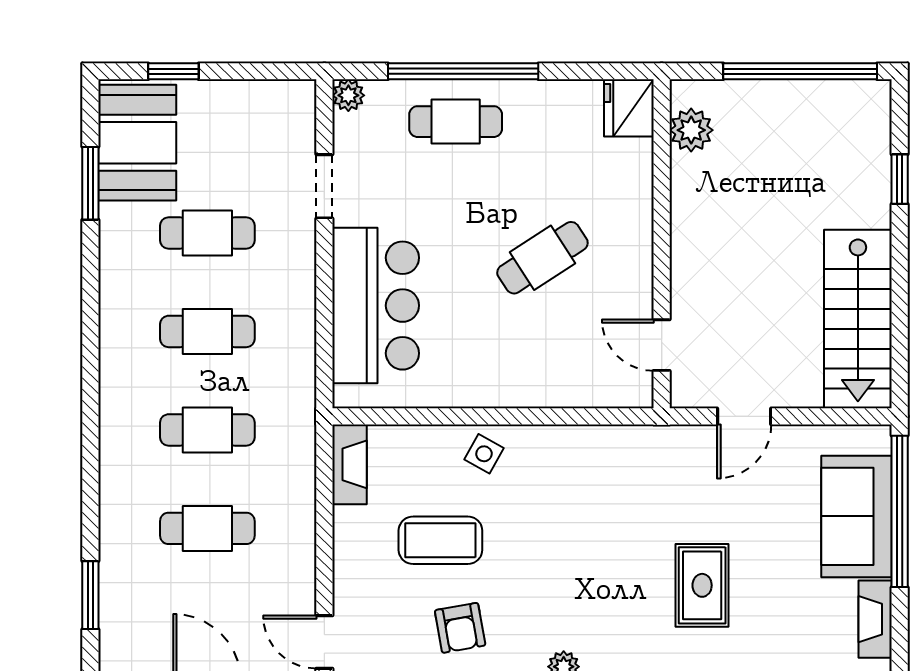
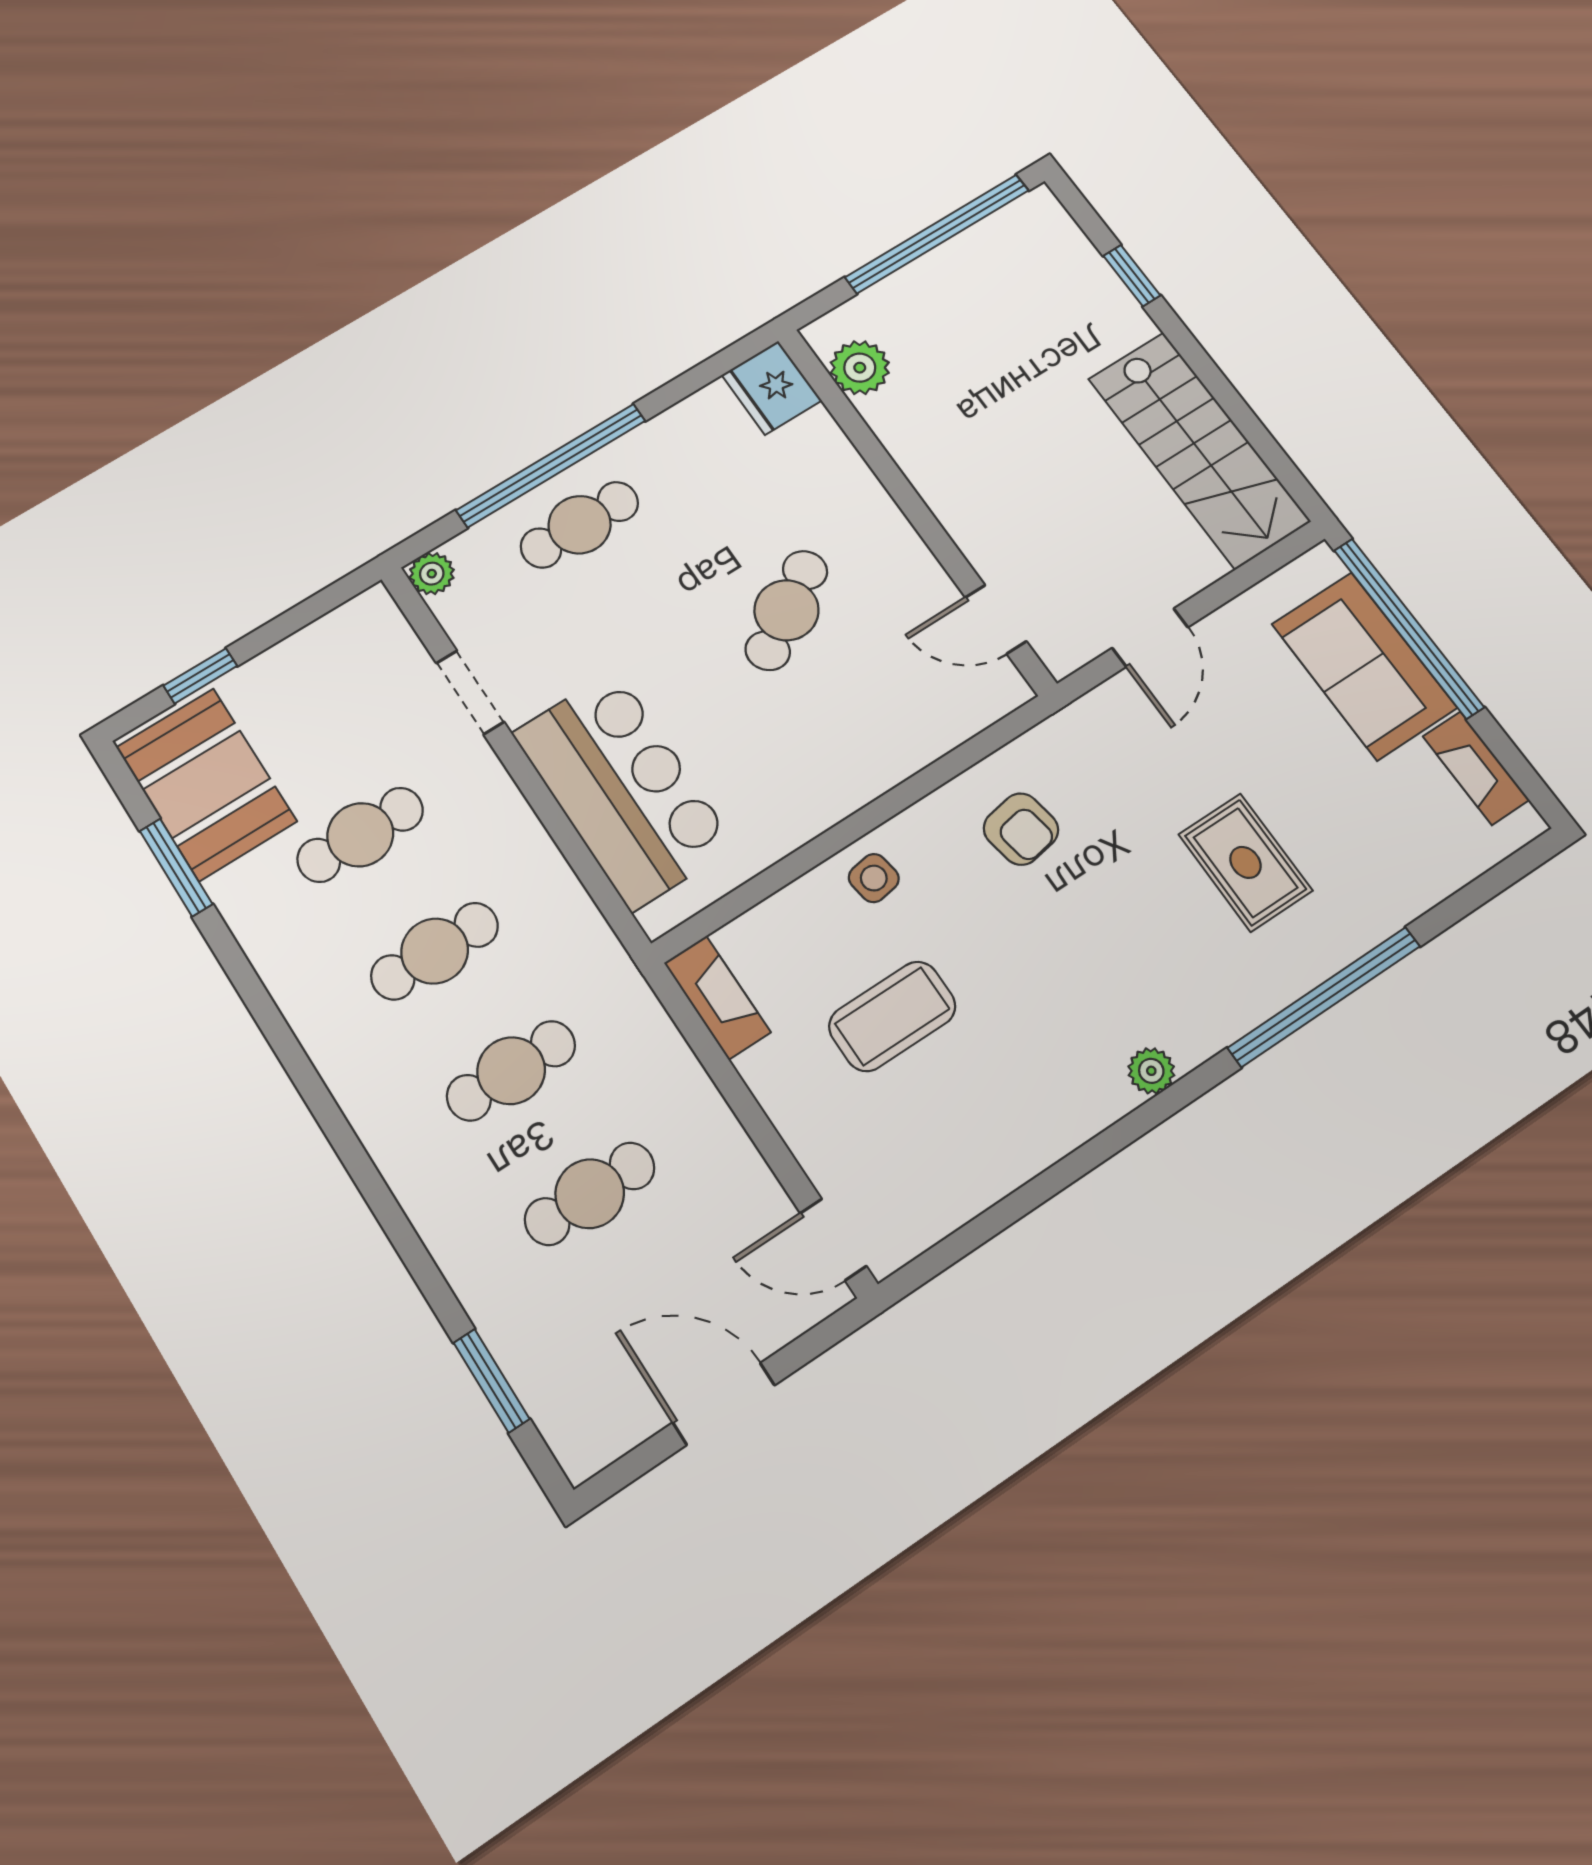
side table: (484, 454) -> (874, 878), turned -38
armchair: (460, 628) -> (1021, 829), moved

